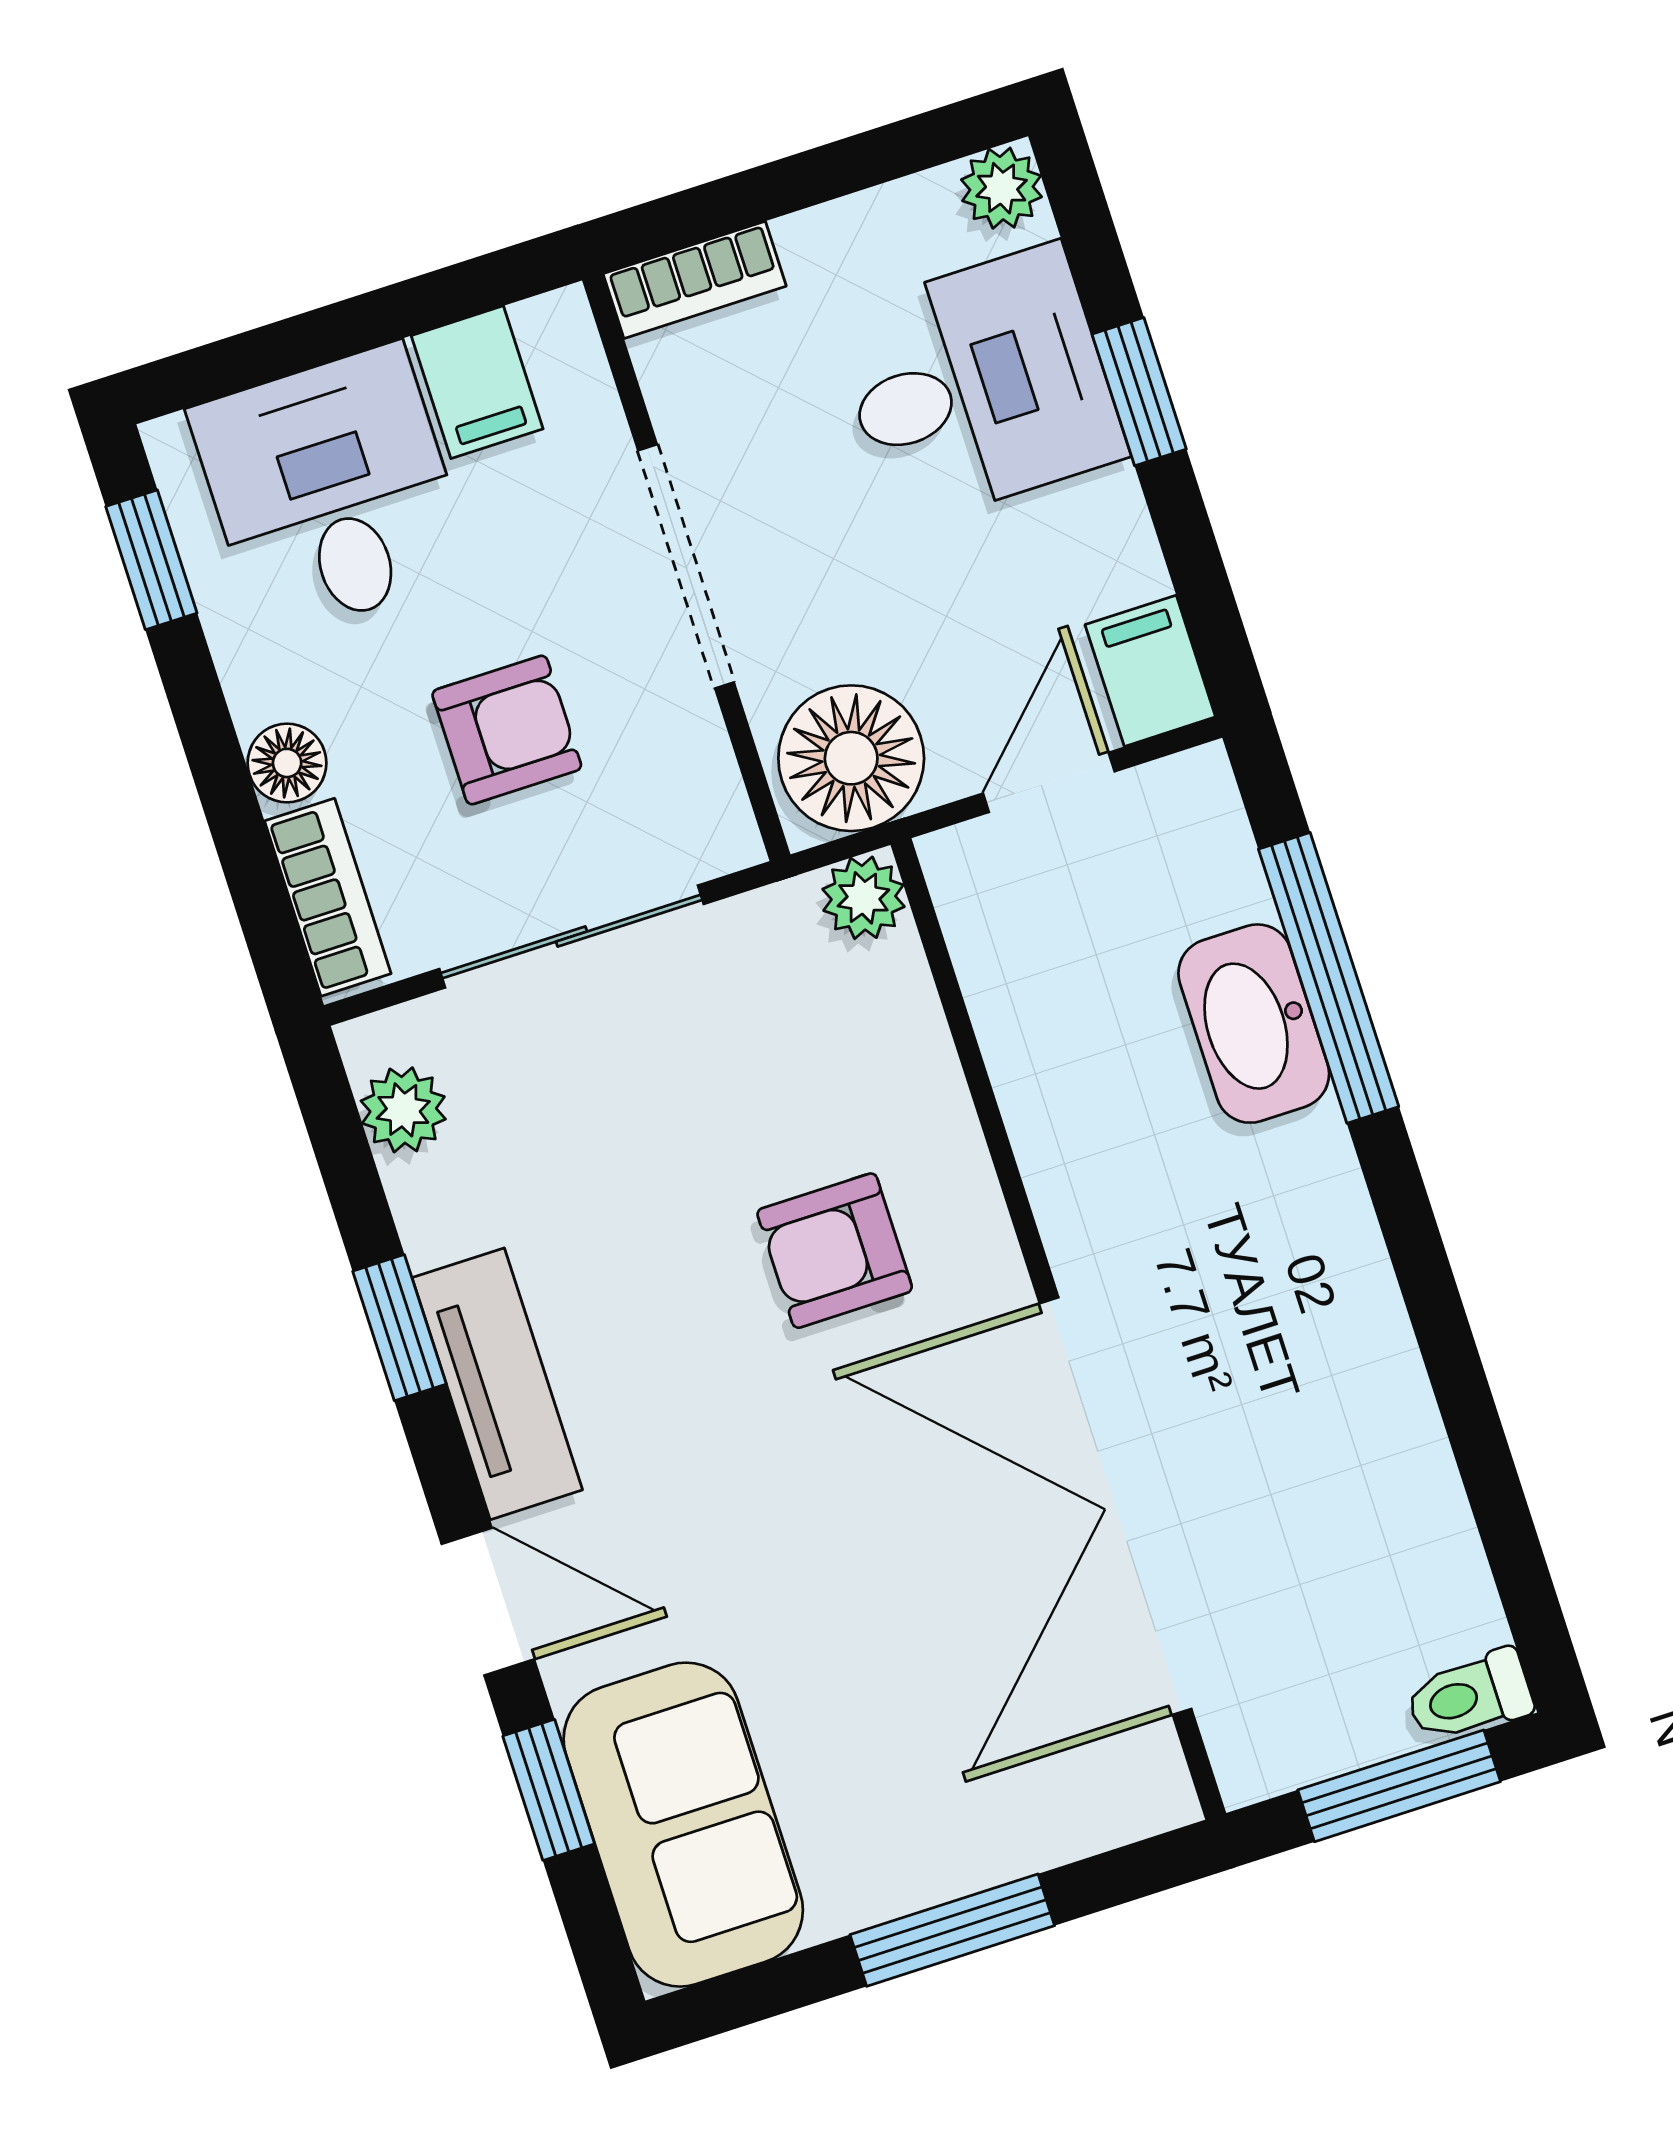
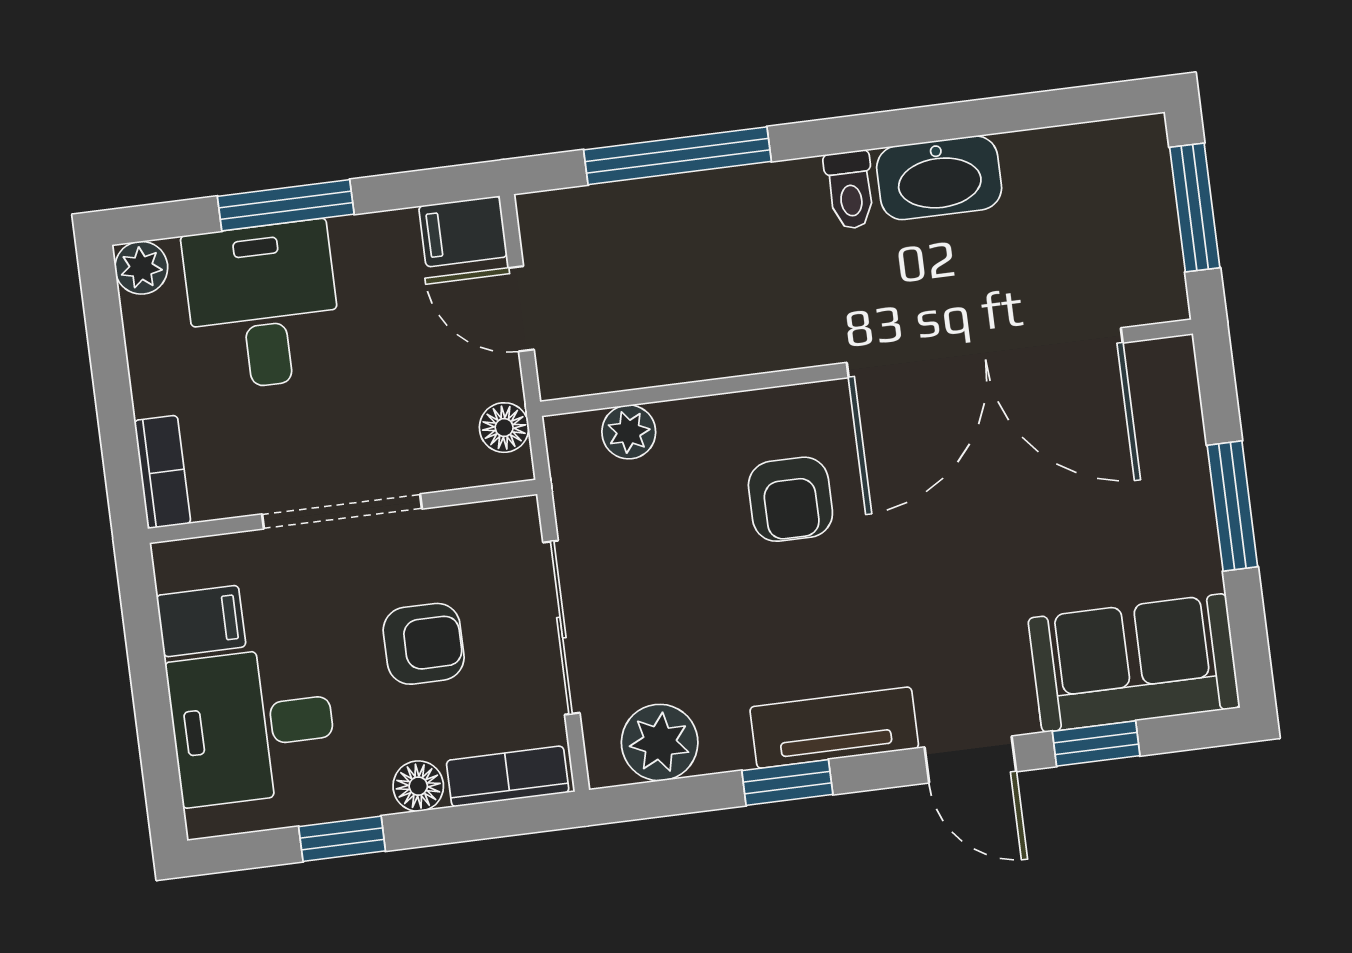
window: (1139, 392) -> (286, 205), width x1.50
window: (151, 560) -> (342, 839), moved
armchair: (507, 730) -> (424, 644), turned 90
floor lamp: (851, 758) -> (504, 428), width x0.53, depth x0.53
plant: (863, 898) -> (629, 432), moved
washbasin: (1254, 1024) -> (939, 178), moved
plant: (403, 1110) -> (660, 743), width x1.38, depth x1.38
door: (488, 1602) -> (970, 759), swing flipped
toilet: (1469, 1696) -> (850, 190), moved

